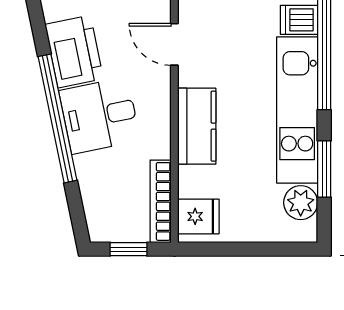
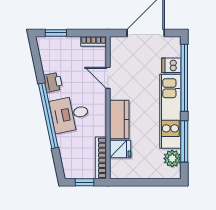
printer: (74, 52) -> (53, 82), width x0.53, depth x0.68
window: (324, 169) -> (184, 141), width x1.44
fridge: (198, 216) -> (120, 149), moved

